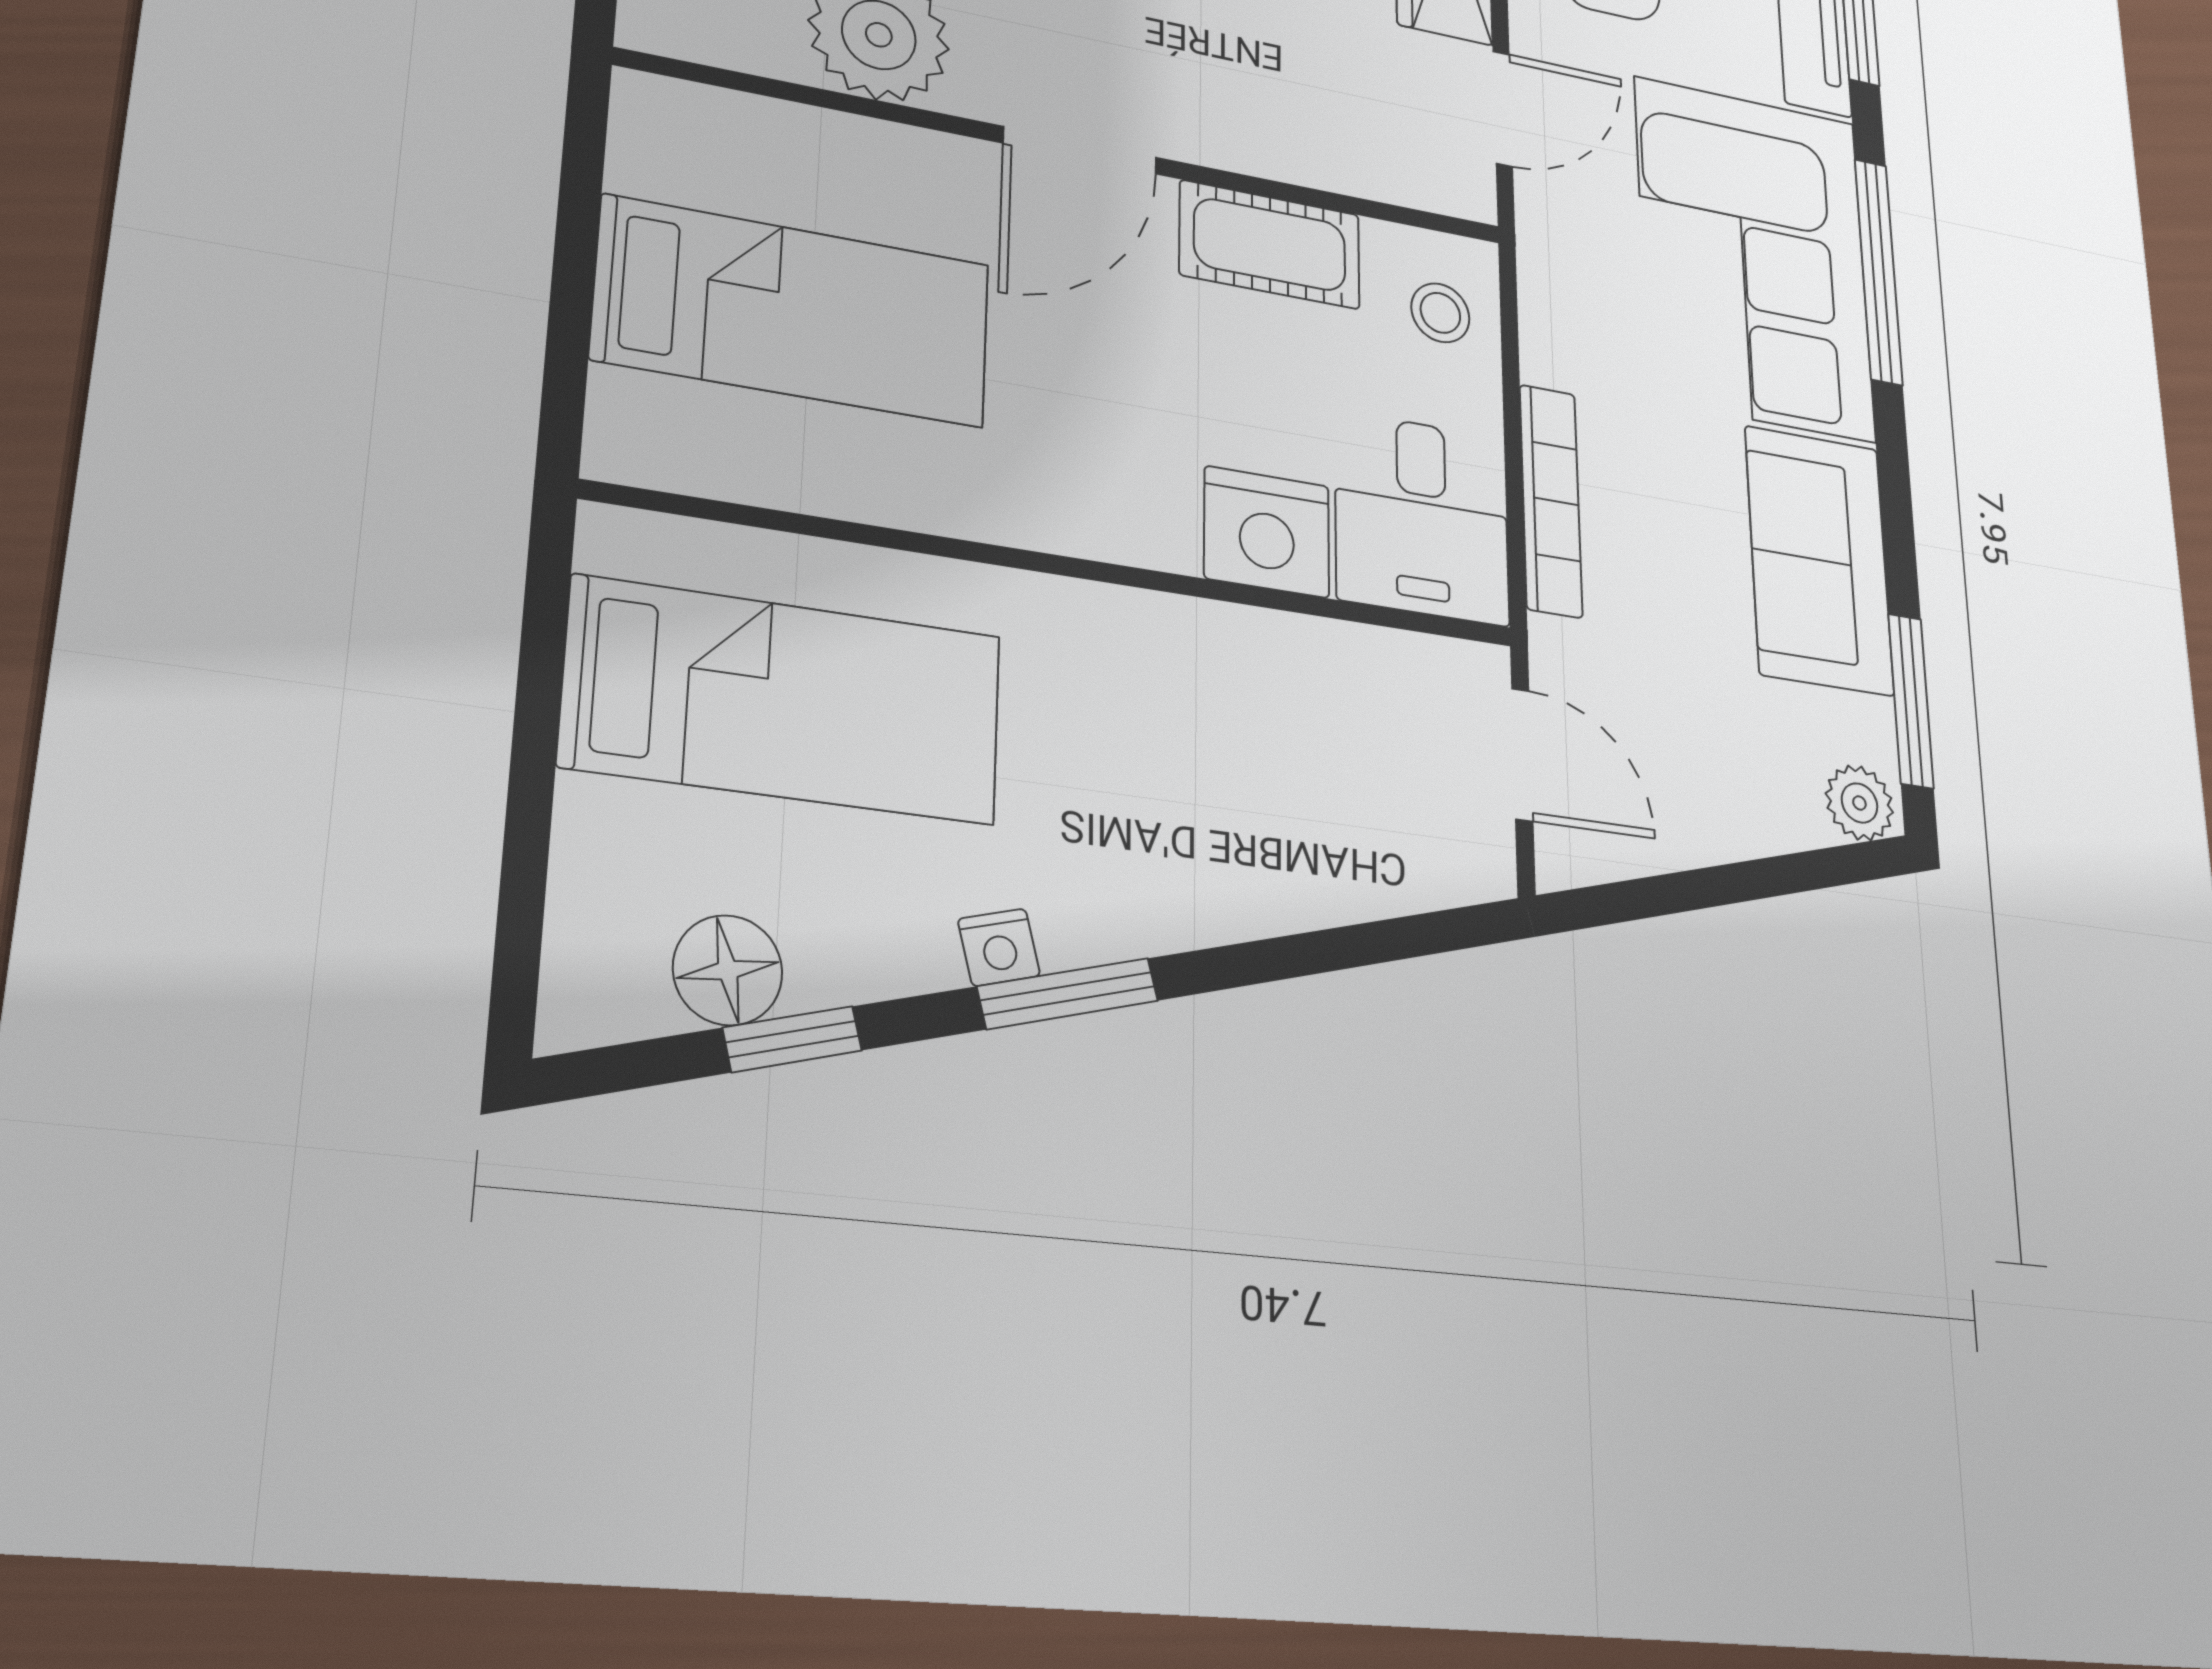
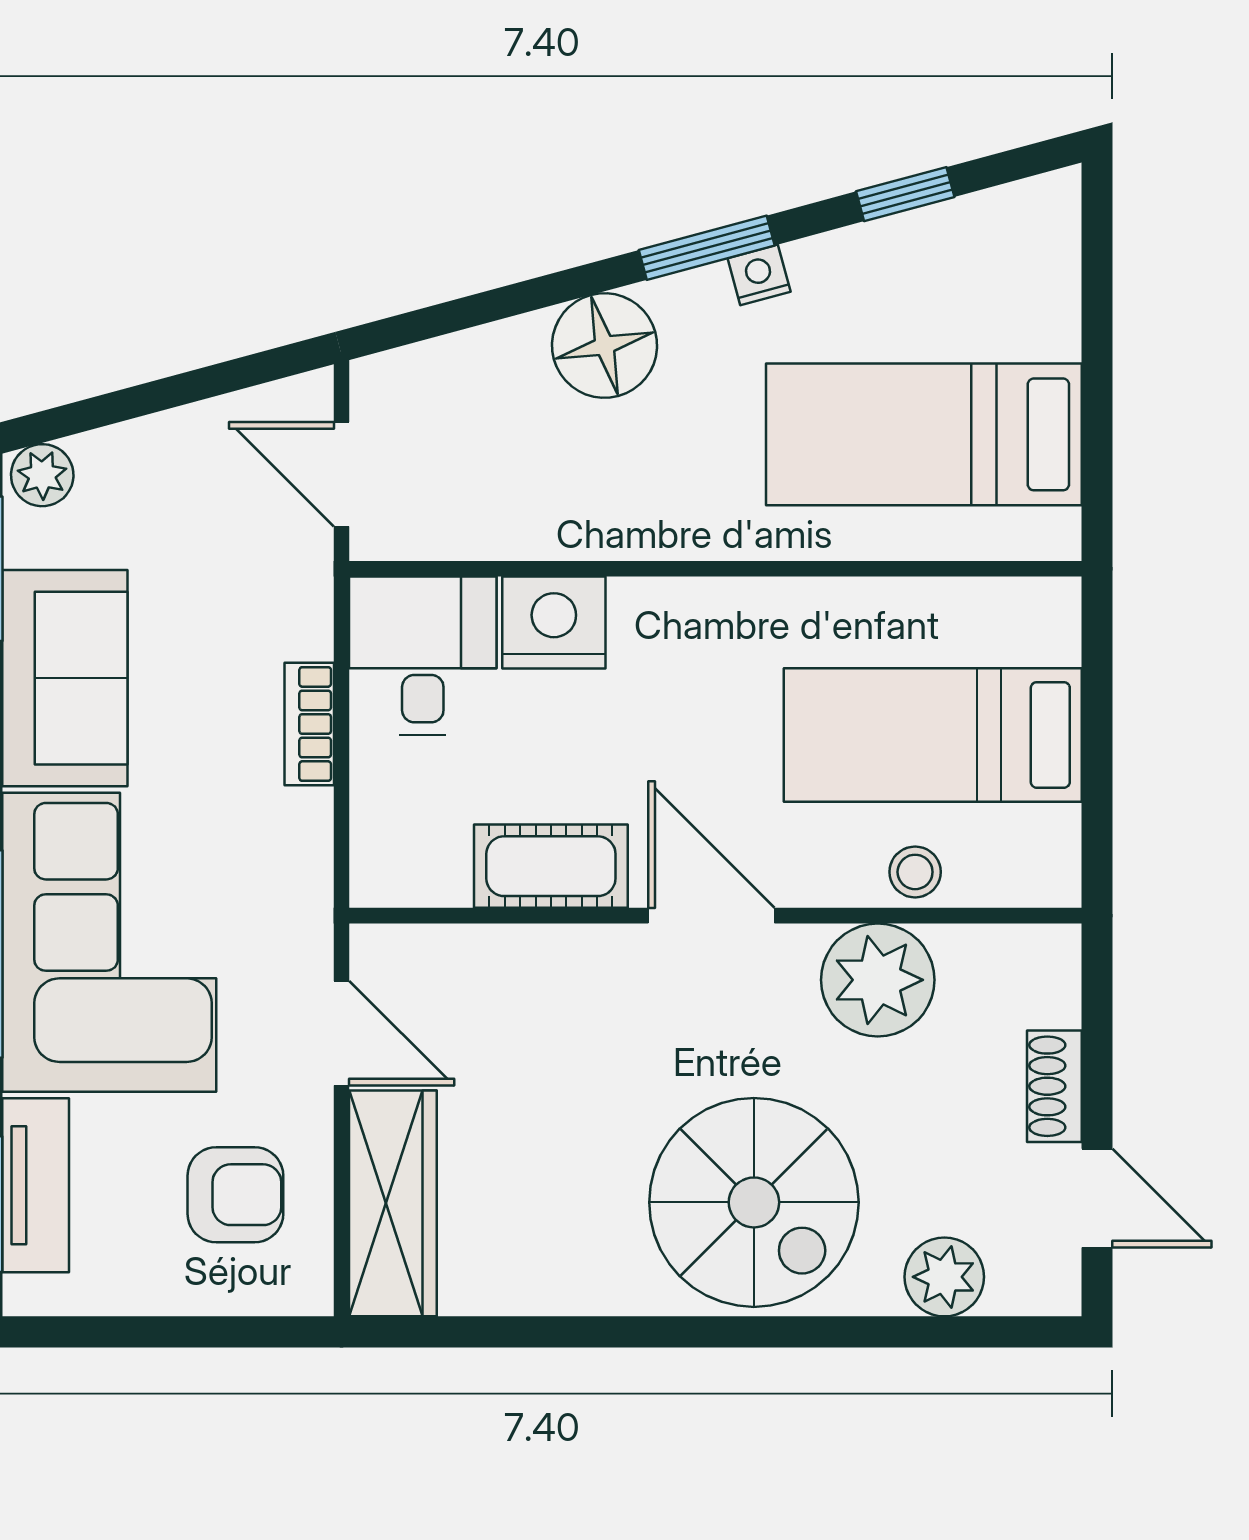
door: (1503, 109) -> (341, 1033), swing flipped
door: (1080, 150) -> (711, 916), hinge flipped
stool: (1440, 313) -> (915, 872), moved
bookcase: (1551, 500) -> (309, 724), width x0.64
floor lamp: (728, 970) -> (605, 346), moved, width x1.38, depth x1.38

